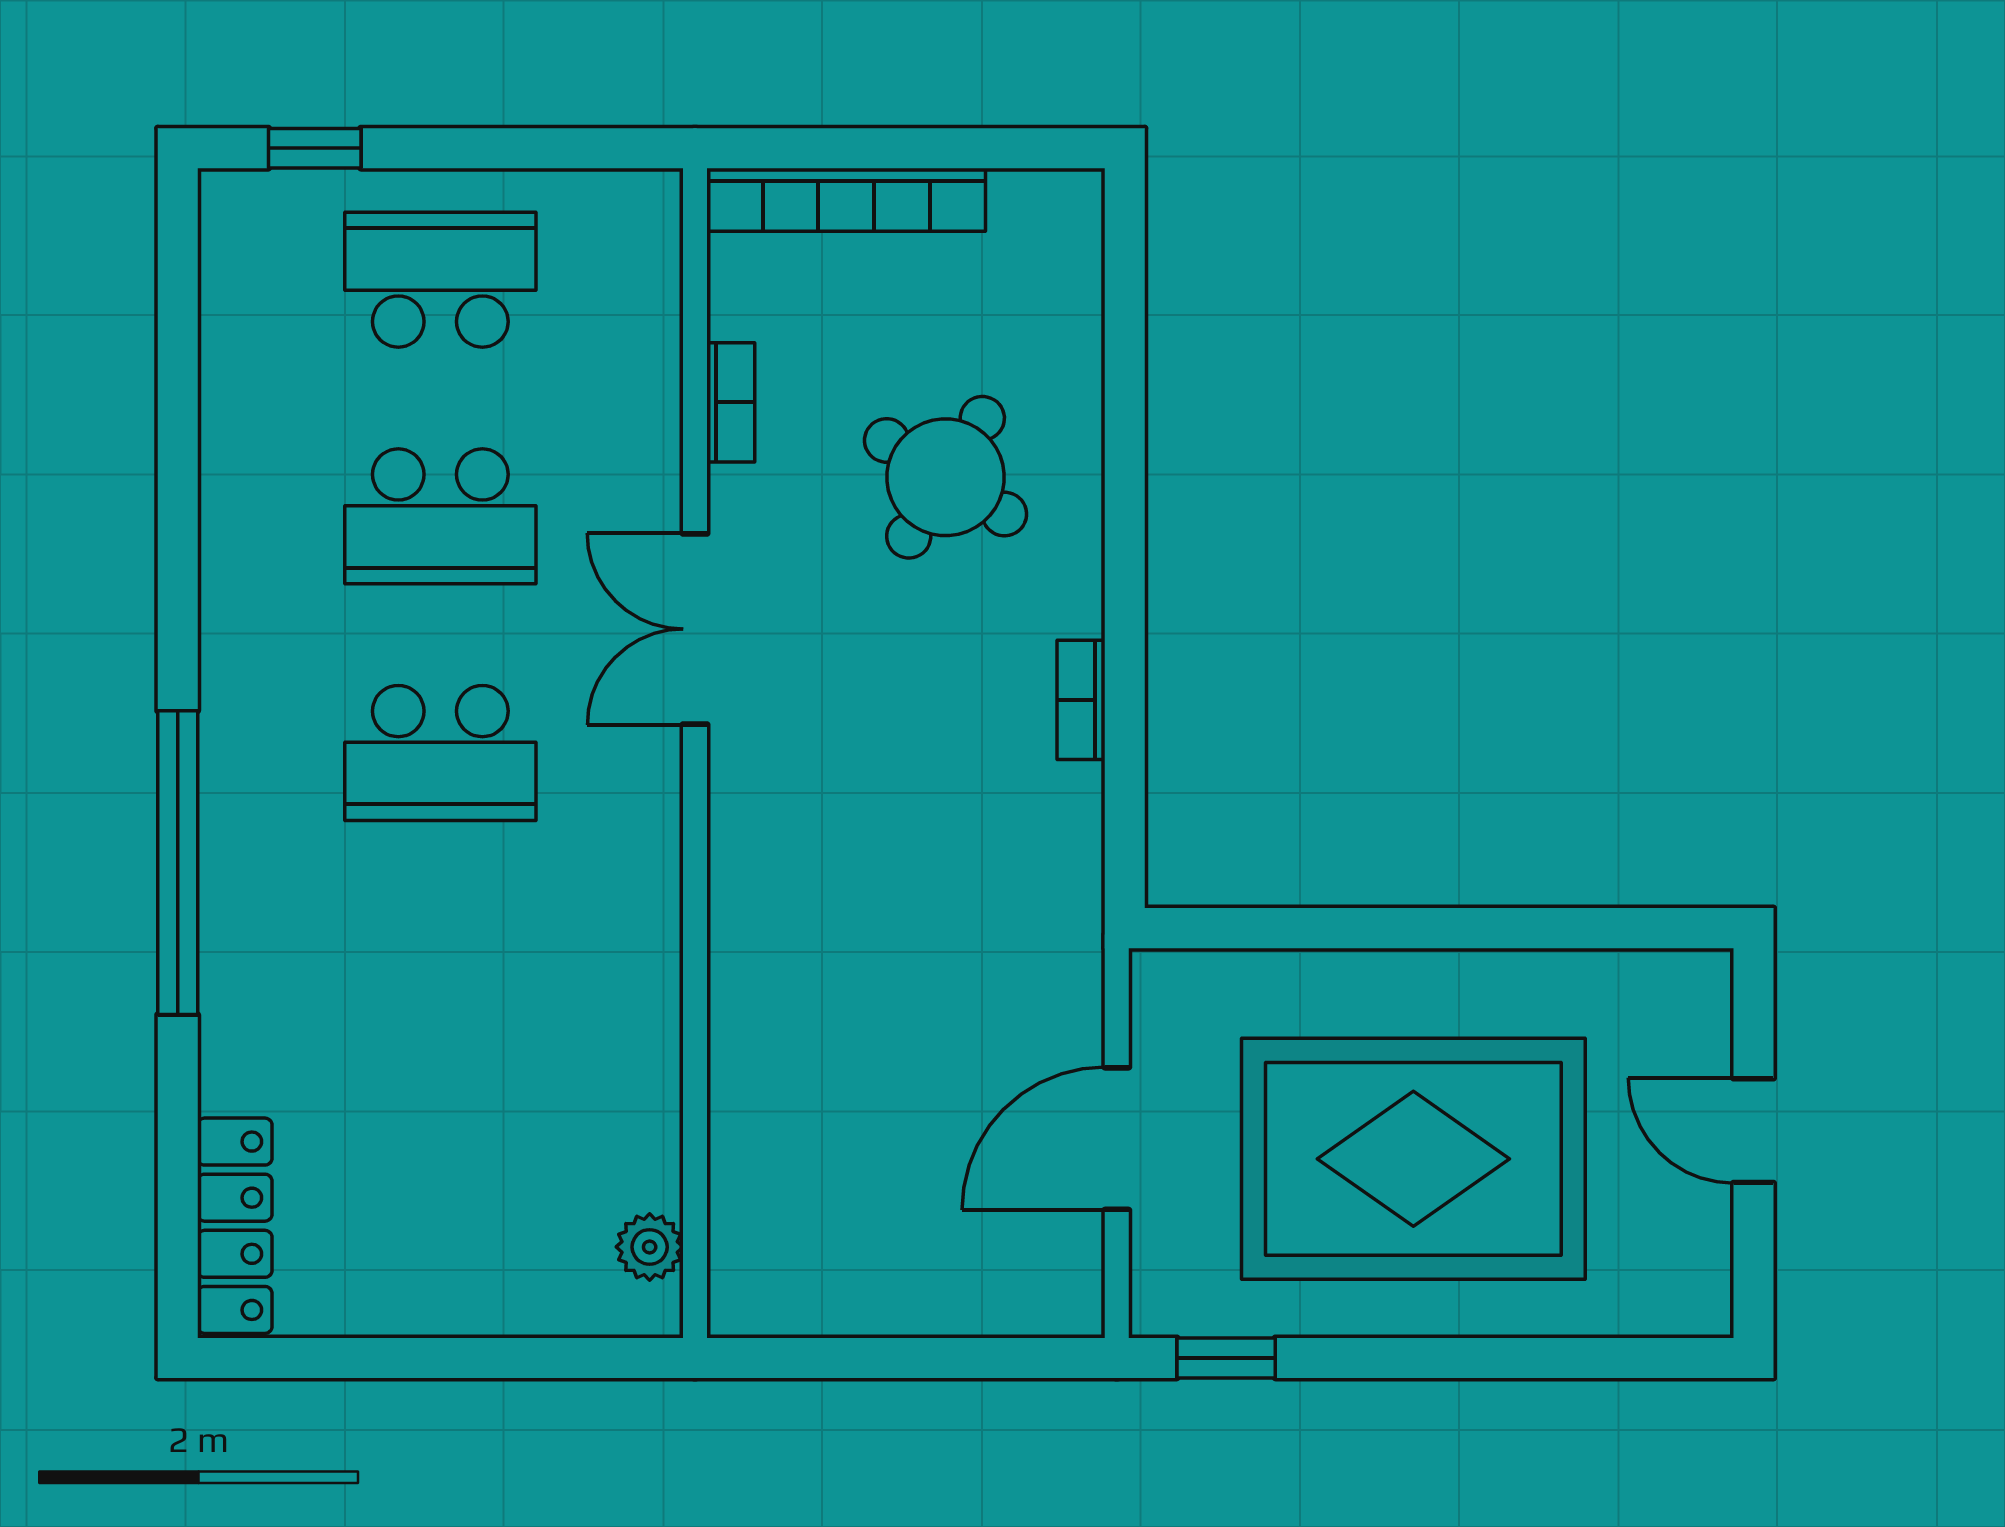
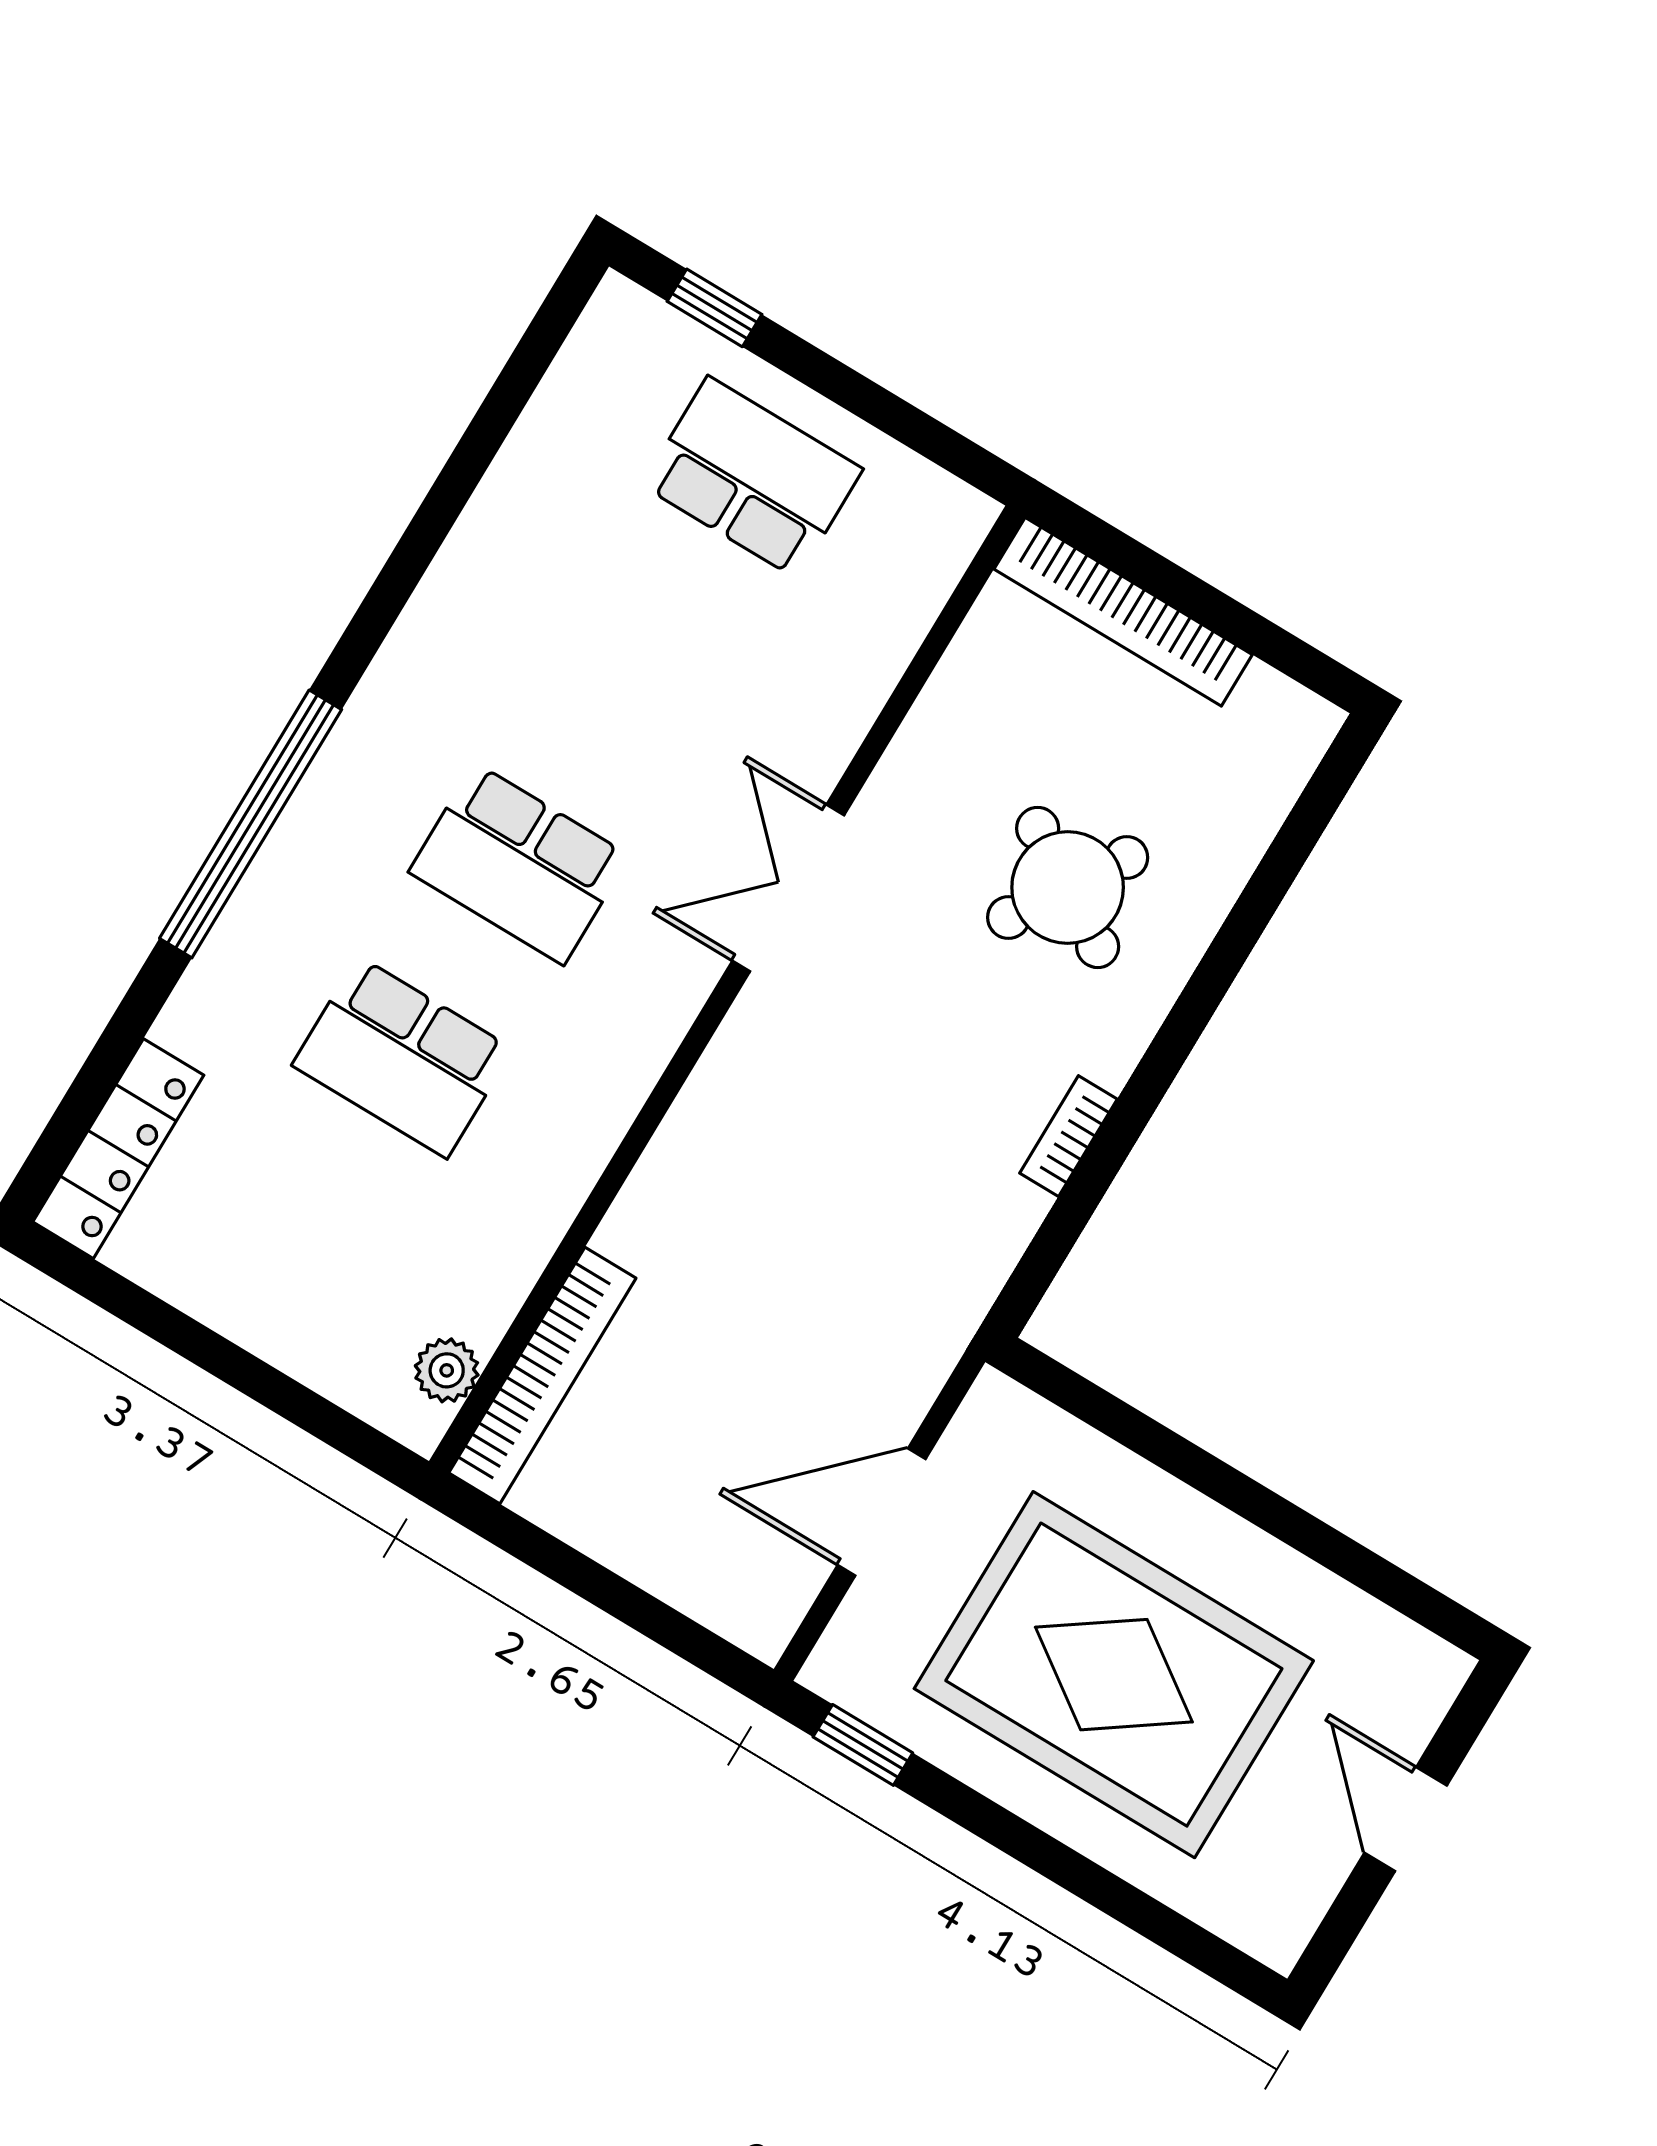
bookcase: (731, 402) -> (542, 1376), moved, width x2.31, depth x1.31
school desk: (440, 516) -> (402, 1057), moved

